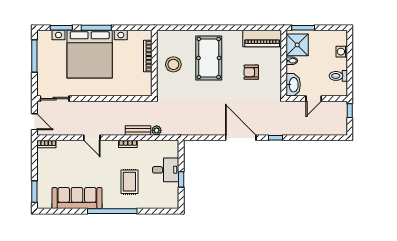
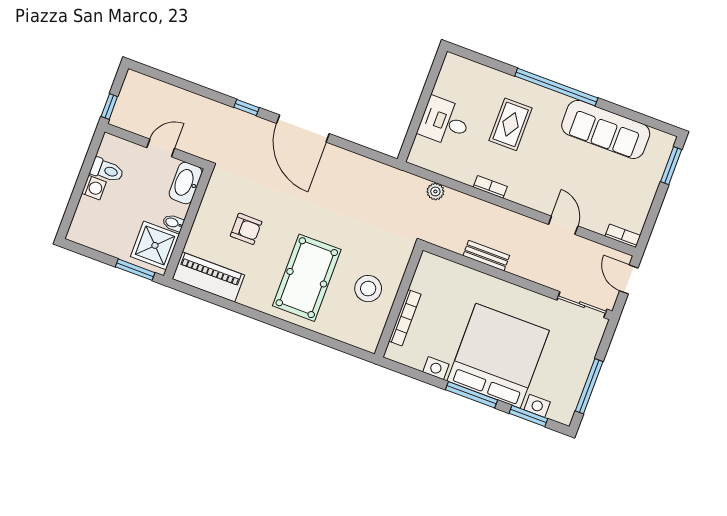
washing machine: (342, 52) -> (94, 188), moved
bench: (138, 131) -> (486, 256), moved
door: (92, 138) -> (563, 225), moved
window: (181, 179) -> (425, 97), removed

